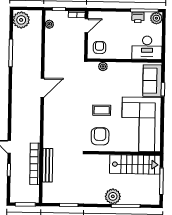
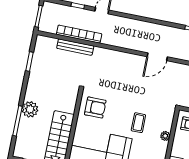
plant: (103, 66) -> (165, 136), moved
door: (42, 88) -> (157, 57), hinge flipped
coffee table: (102, 110) -> (138, 123), moved

